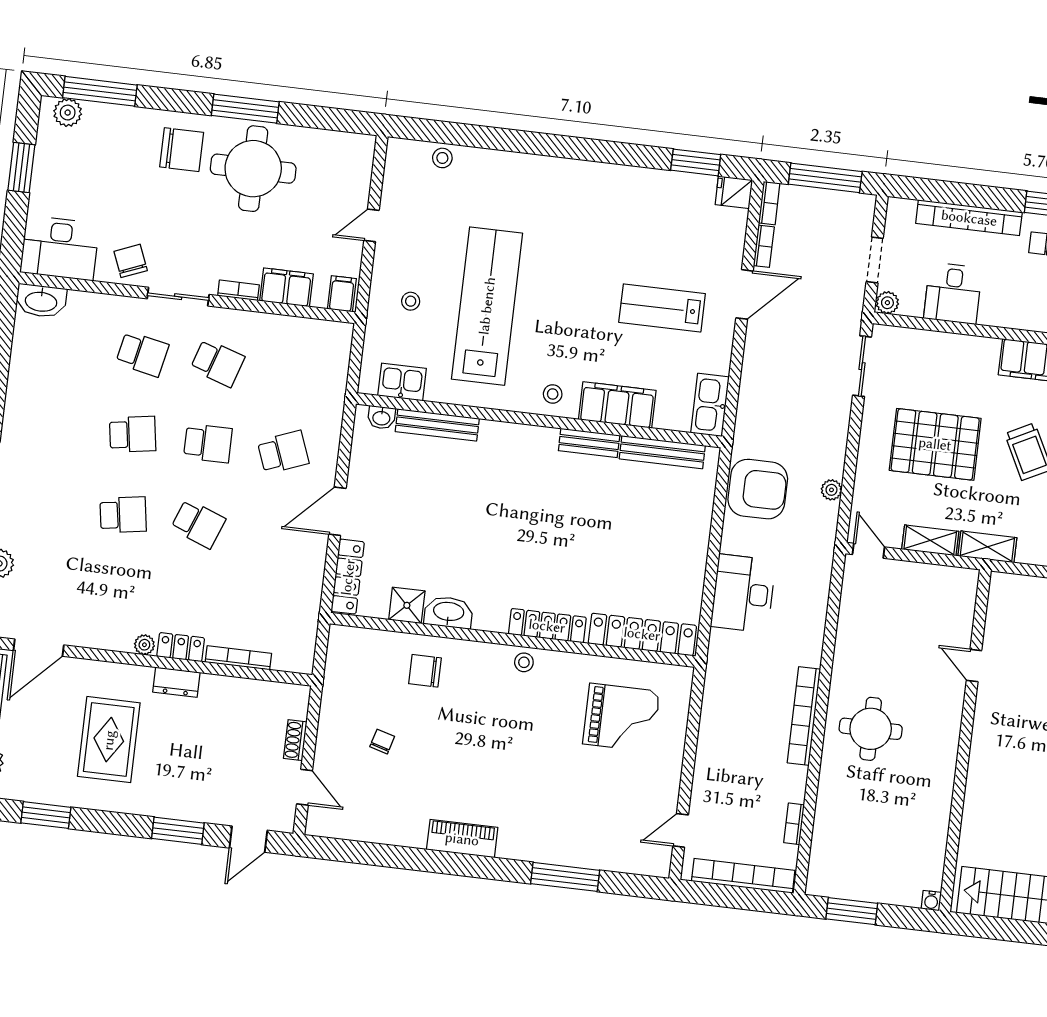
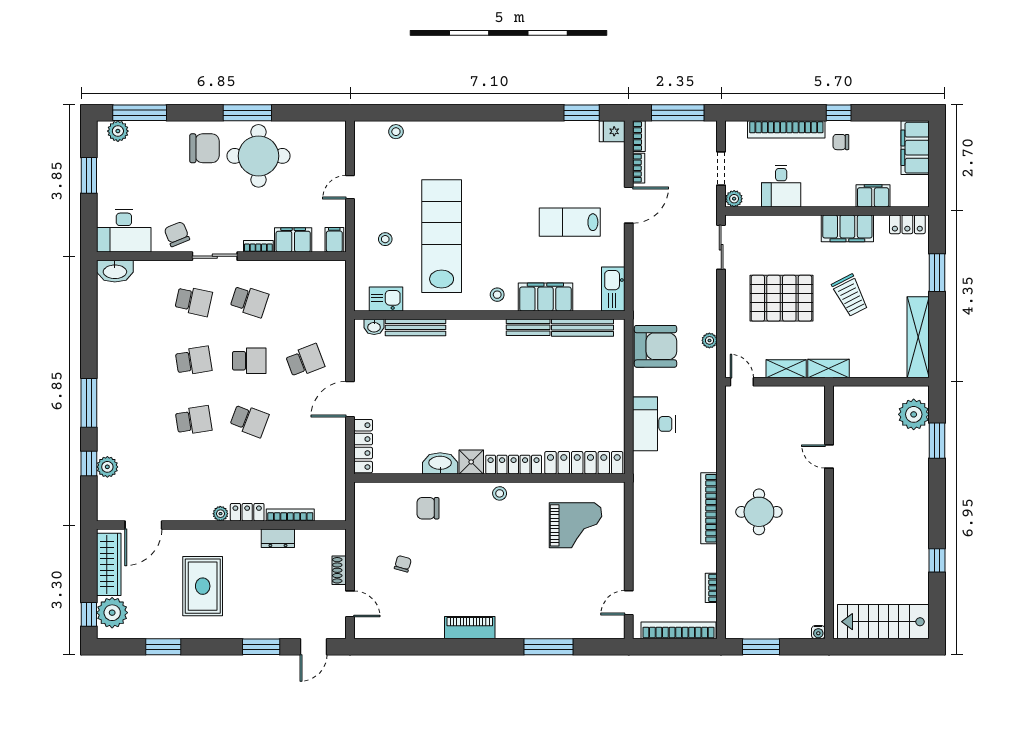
shower: (407, 605) -> (471, 462), moved
dresser: (176, 682) -> (278, 538), moved

